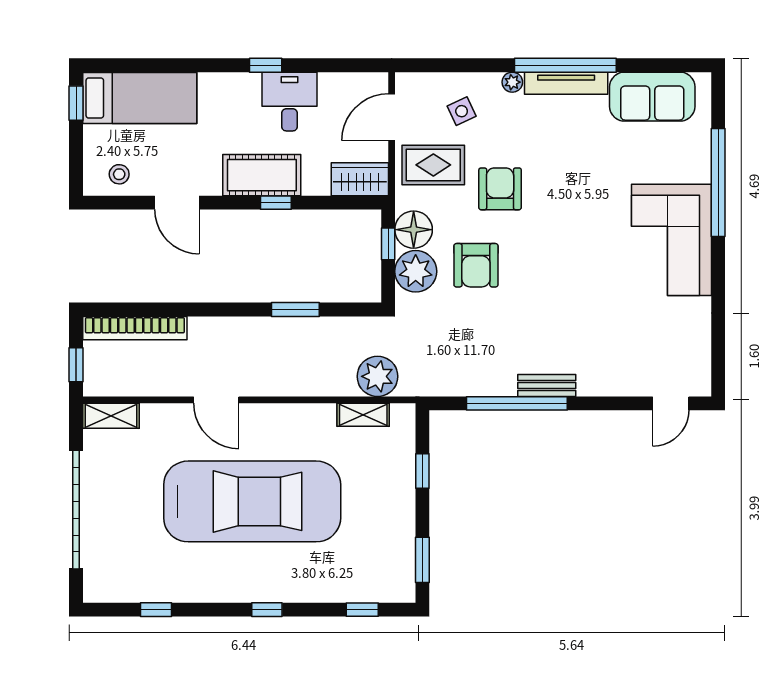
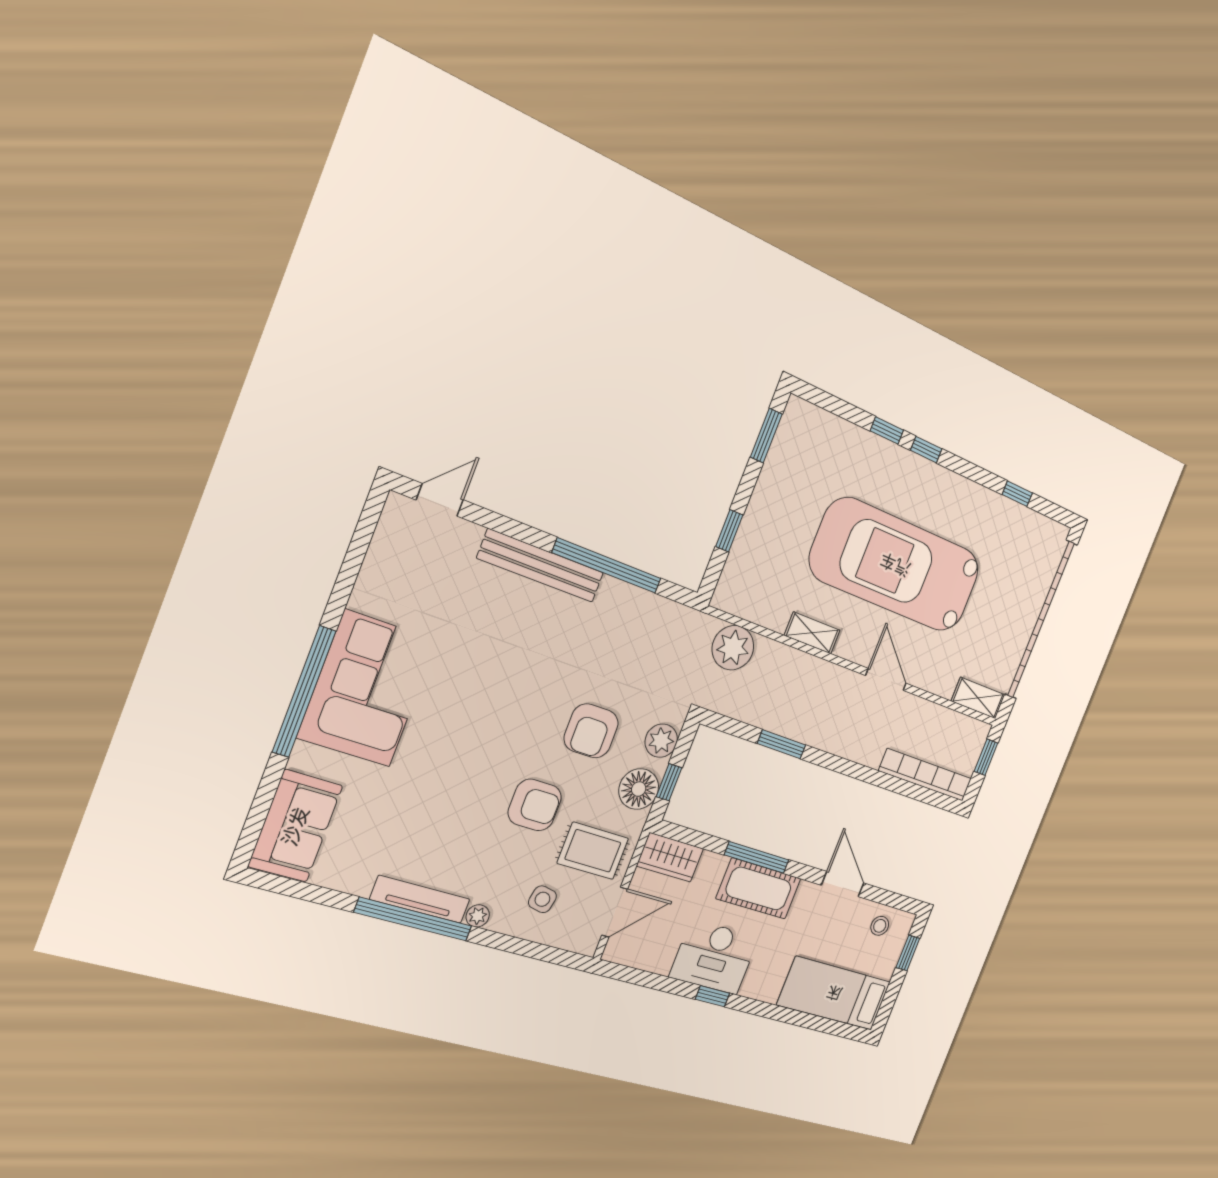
sofa: (652, 97) -> (295, 826), moved, turned 90
desk: (290, 102) -> (714, 957), width x1.37
window: (76, 103) -> (908, 953), moved
side table: (462, 111) -> (542, 899), turned 36
window: (718, 183) -> (304, 692), moved
armchair: (500, 189) -> (535, 805), turned -90
window: (276, 203) -> (757, 857), width x2.17
armchair: (476, 265) -> (591, 731), turned 180
plant: (416, 271) -> (661, 741), width x0.73, depth x0.73
bench: (547, 386) -> (541, 566), width x1.86, depth x1.21
shelving: (363, 415) -> (812, 633), moved
garage door: (76, 510) -> (1041, 619), width x1.36
window: (362, 610) -> (887, 431), moved

